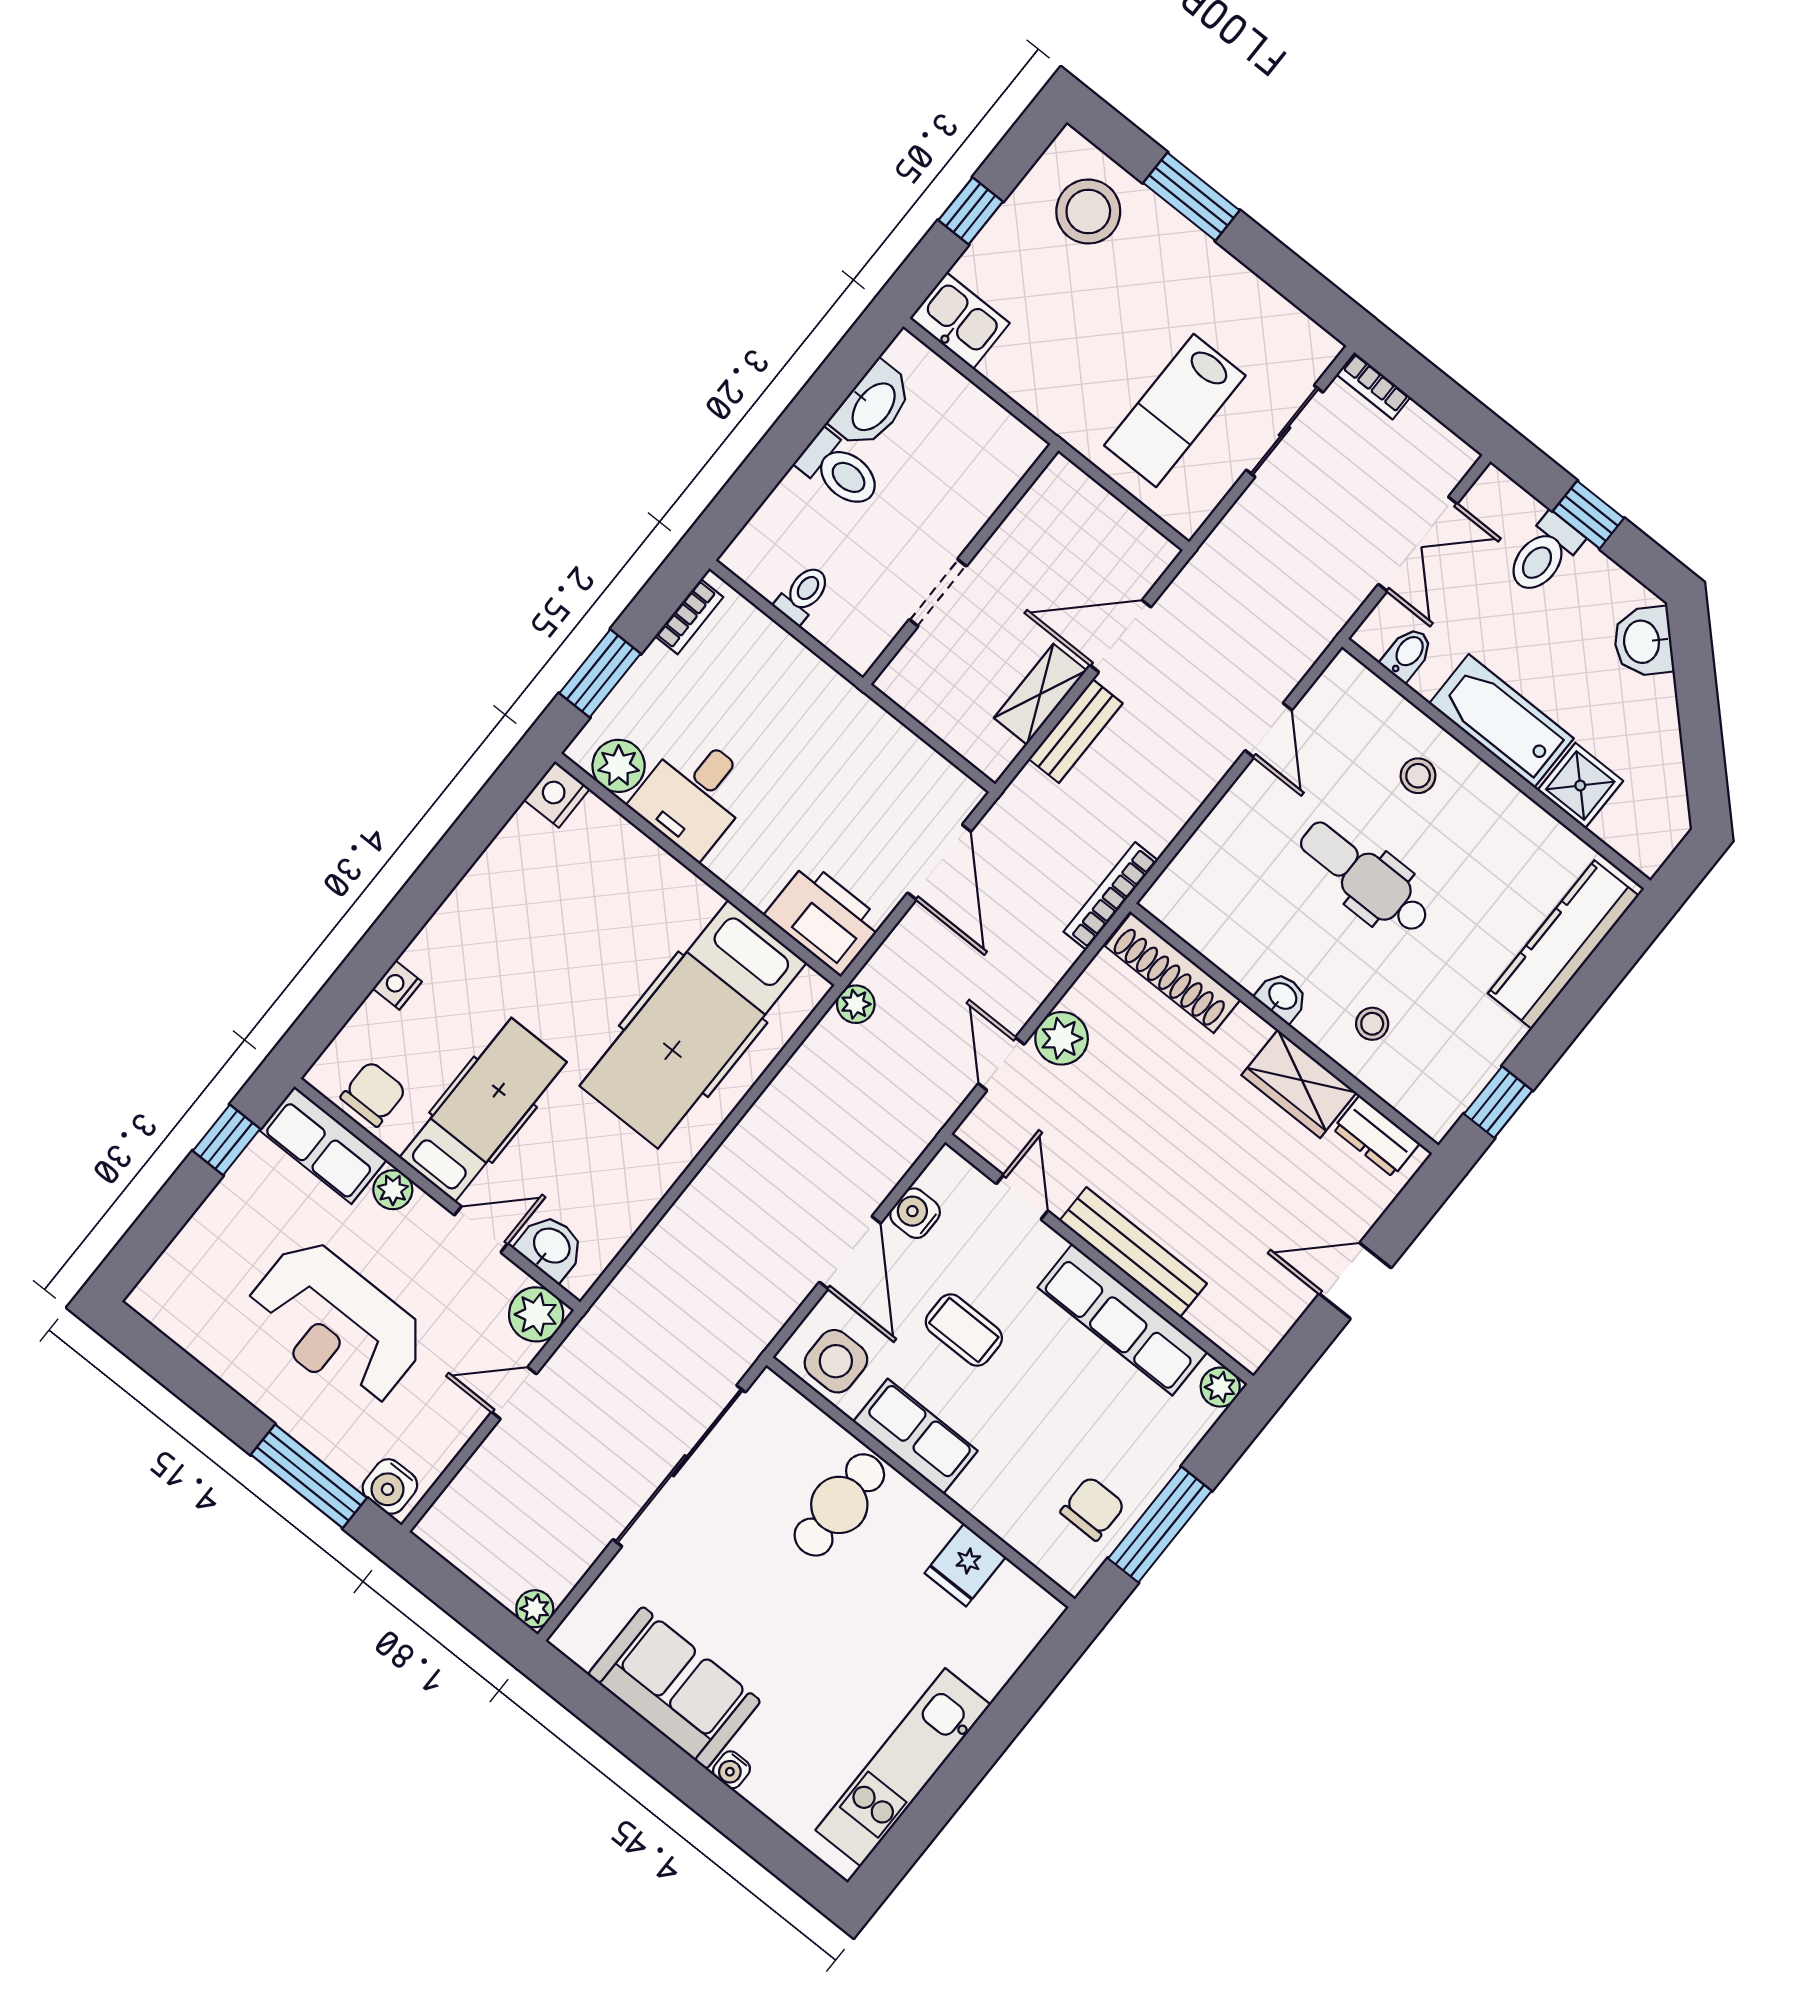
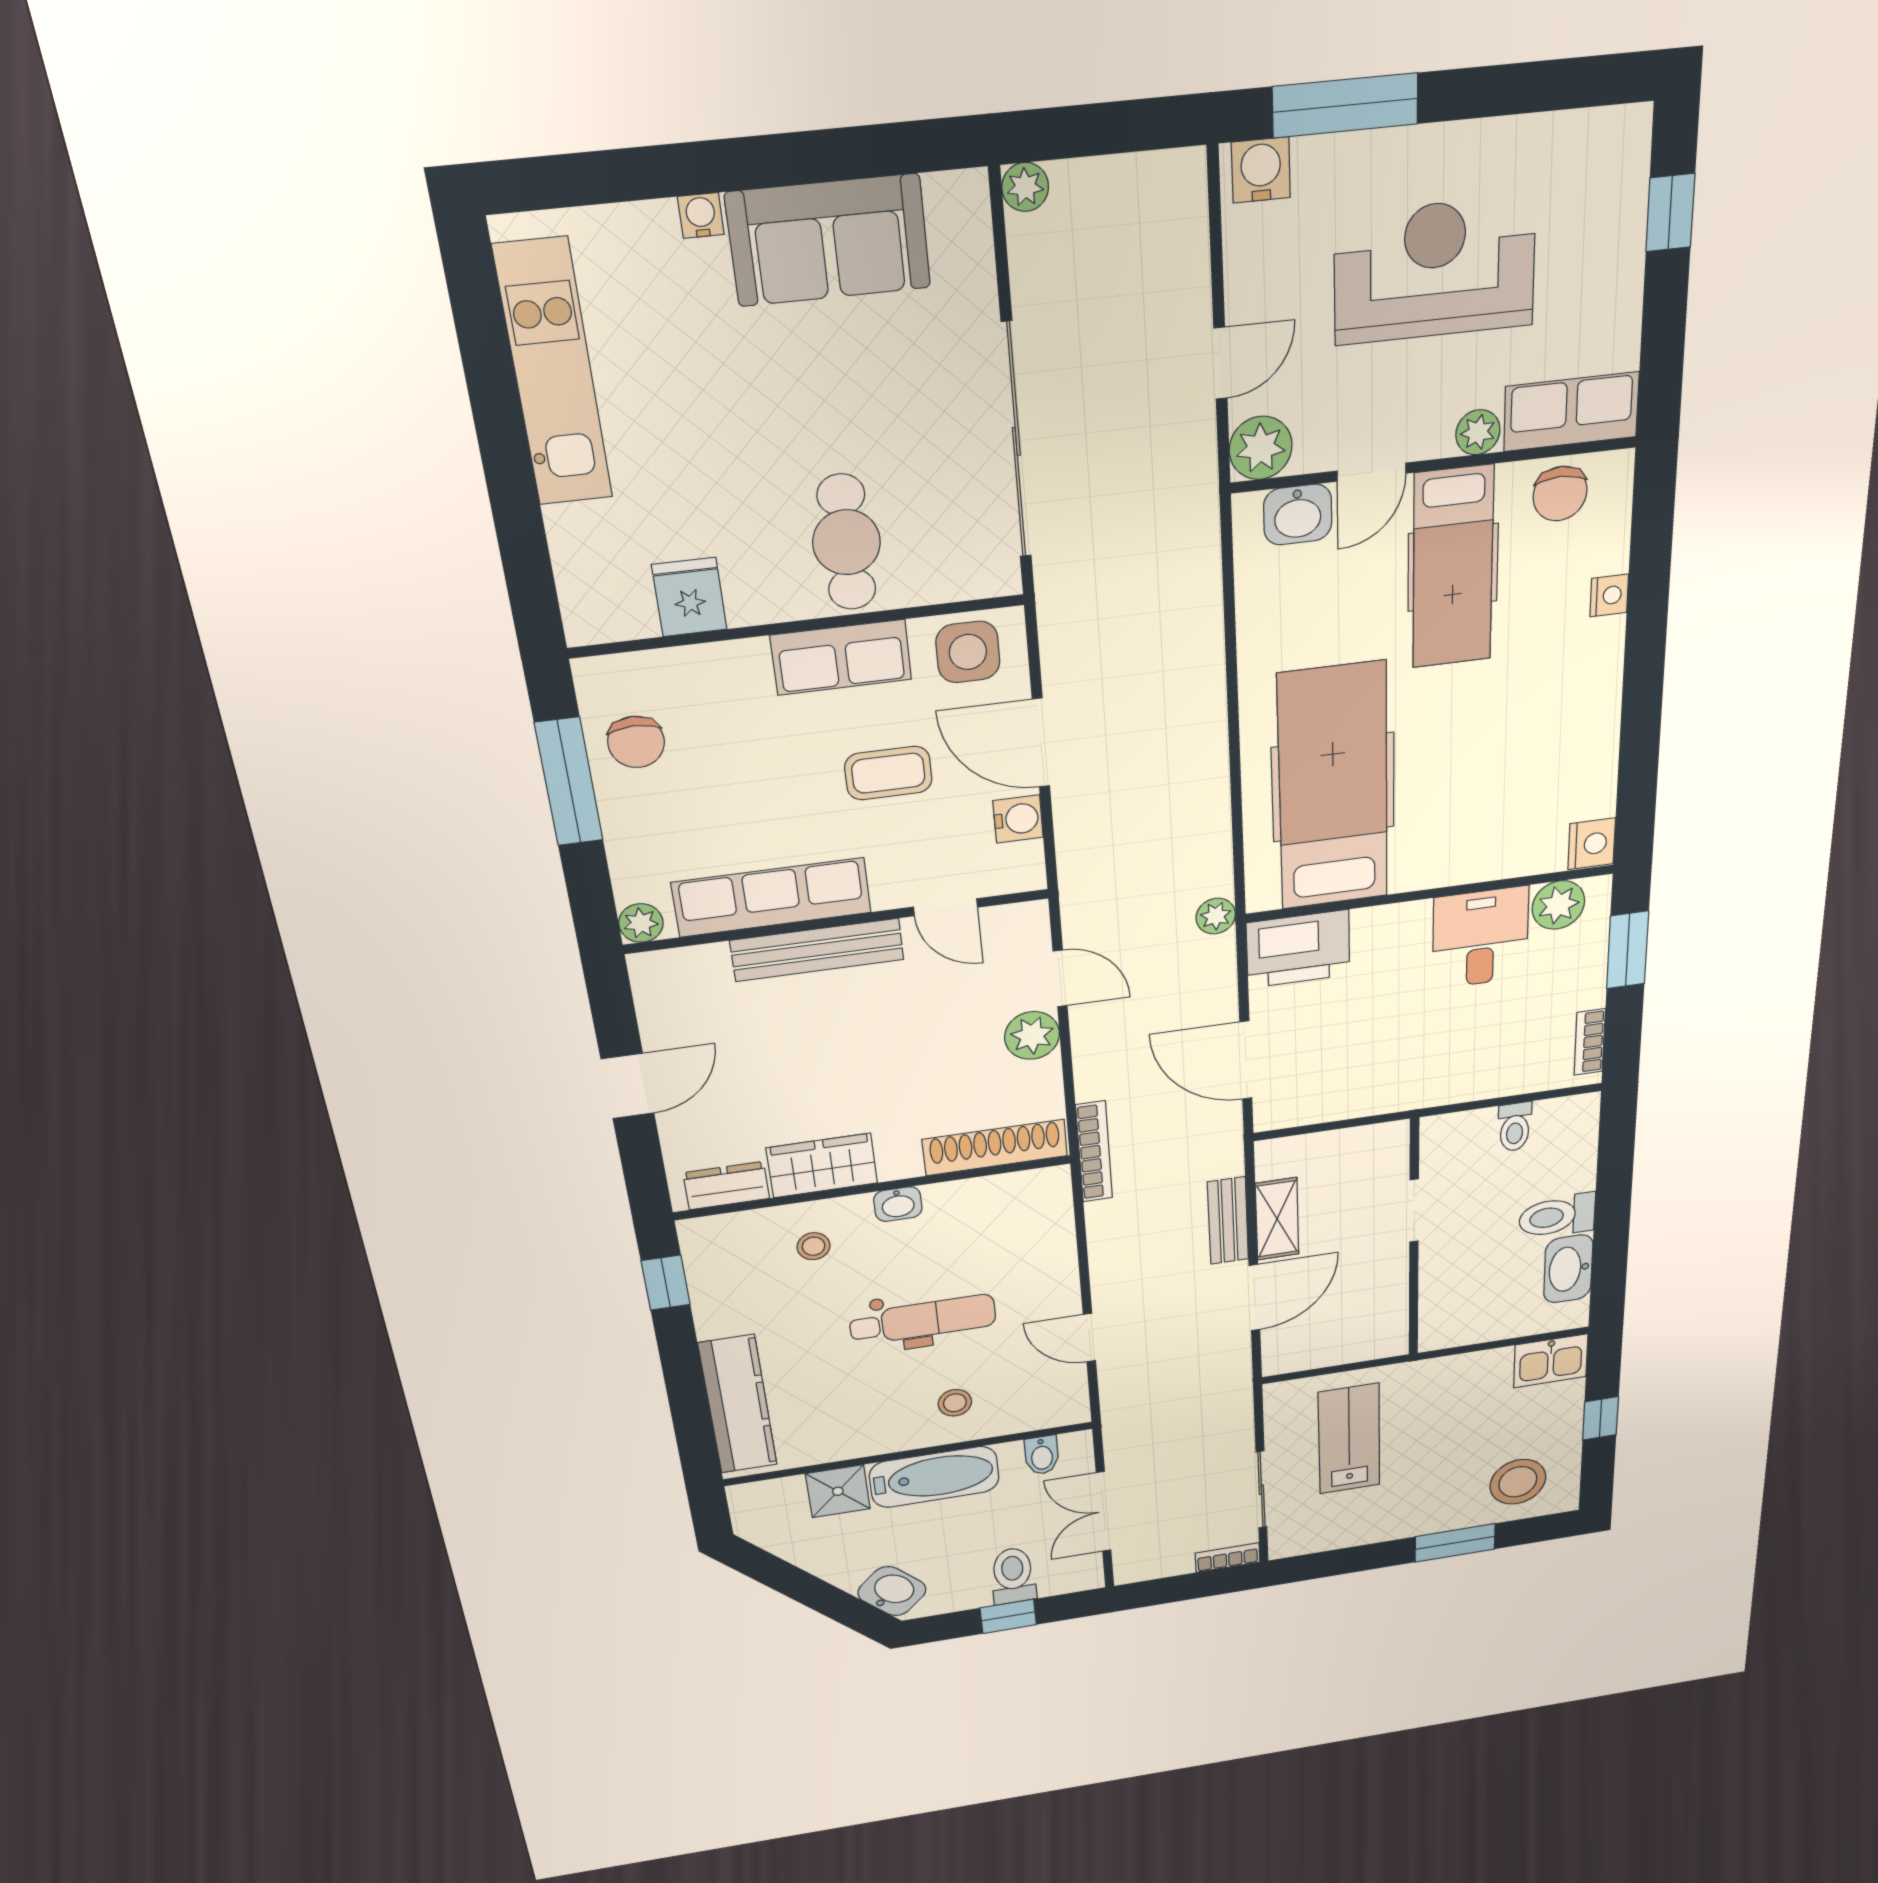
window: (226, 1140) -> (1670, 213), moved

